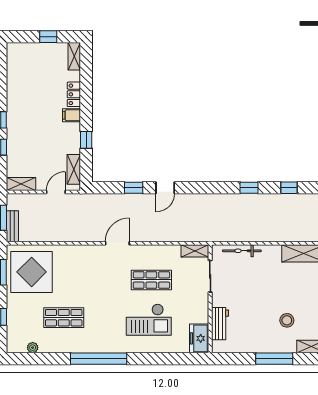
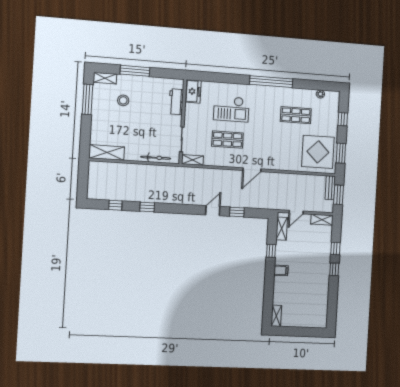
window: (48, 37) -> (295, 332), removed
locker: (74, 94) -> (278, 286), removed
checkout: (149, 320) -> (231, 109), turned 180

